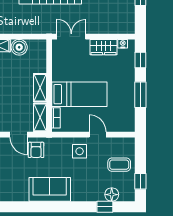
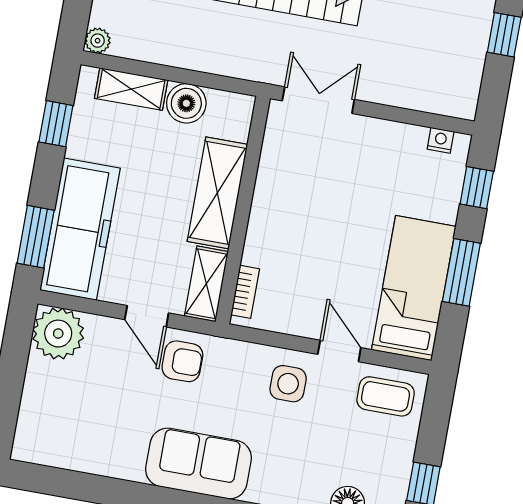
wardrobe: (104, 47) -> (392, 140), removed
shelving: (40, 88) -> (217, 193), width x1.50, depth x1.33
bed: (79, 94) -> (414, 288), moved, turned -90
armchair: (36, 150) -> (182, 361), turned -90
coffee table: (119, 165) -> (386, 396), moved

